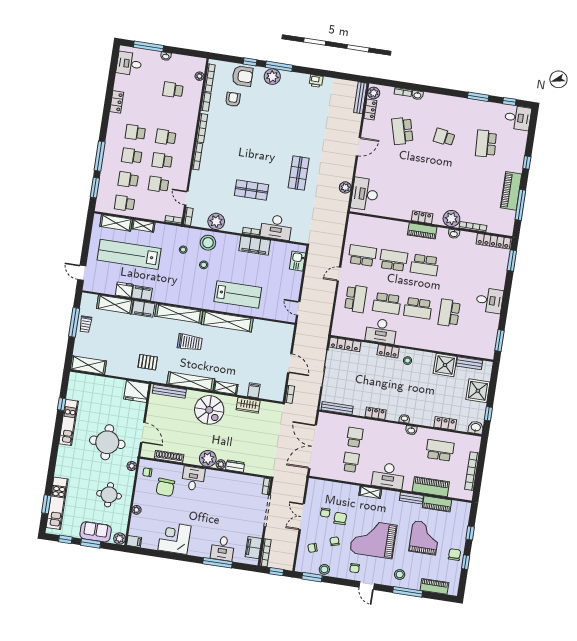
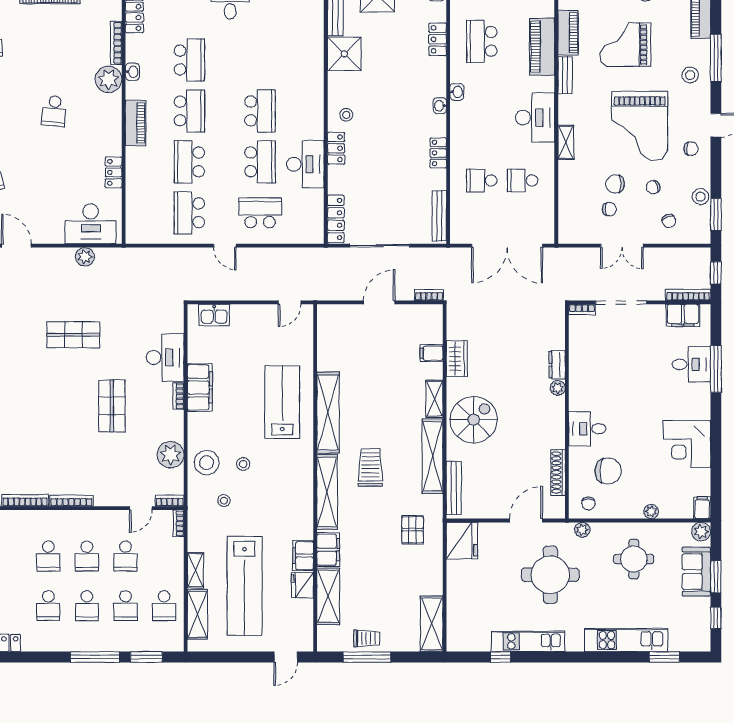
school desk: (437, 182) -> (54, 111), added
locker: (422, 217) -> (114, 172), moved
school desk: (449, 313) -> (189, 60), moved, turned -90
plant: (208, 459) -> (552, 410), removed
kitchen unit: (57, 503) -> (626, 640), moved

